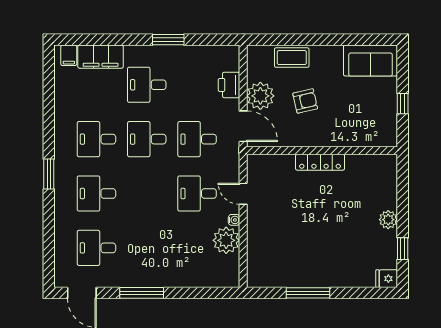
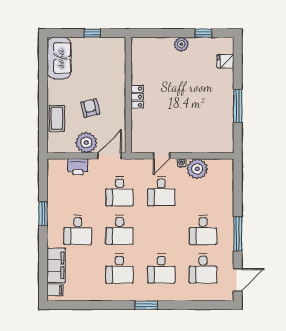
locker: (320, 162) -> (137, 97), width x0.66
desk: (147, 248) -> (203, 230), added
fridge: (387, 279) -> (225, 61), moved, turned 90

